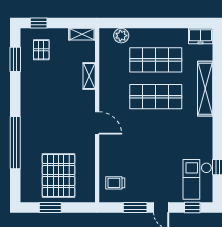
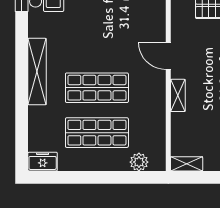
shelving: (89, 76) -> (178, 95), moved
shelving: (205, 89) -> (37, 72), moved

